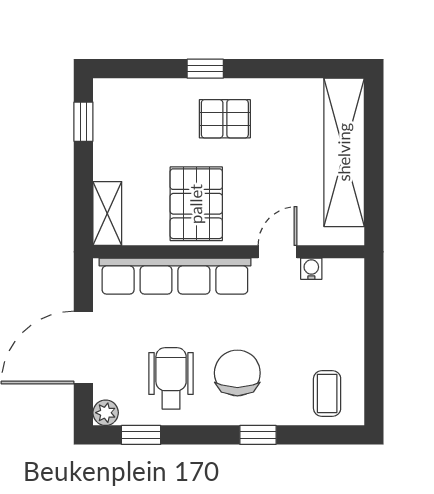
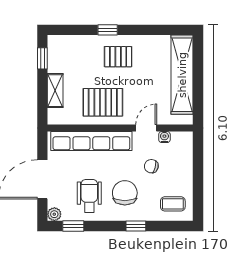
pallet: (196, 204) -> (103, 102), turned 90
shelving: (107, 214) -> (55, 91), moved
chair: (287, 323) -> (151, 166), added
coffee table: (327, 394) -> (173, 204), turned 90

